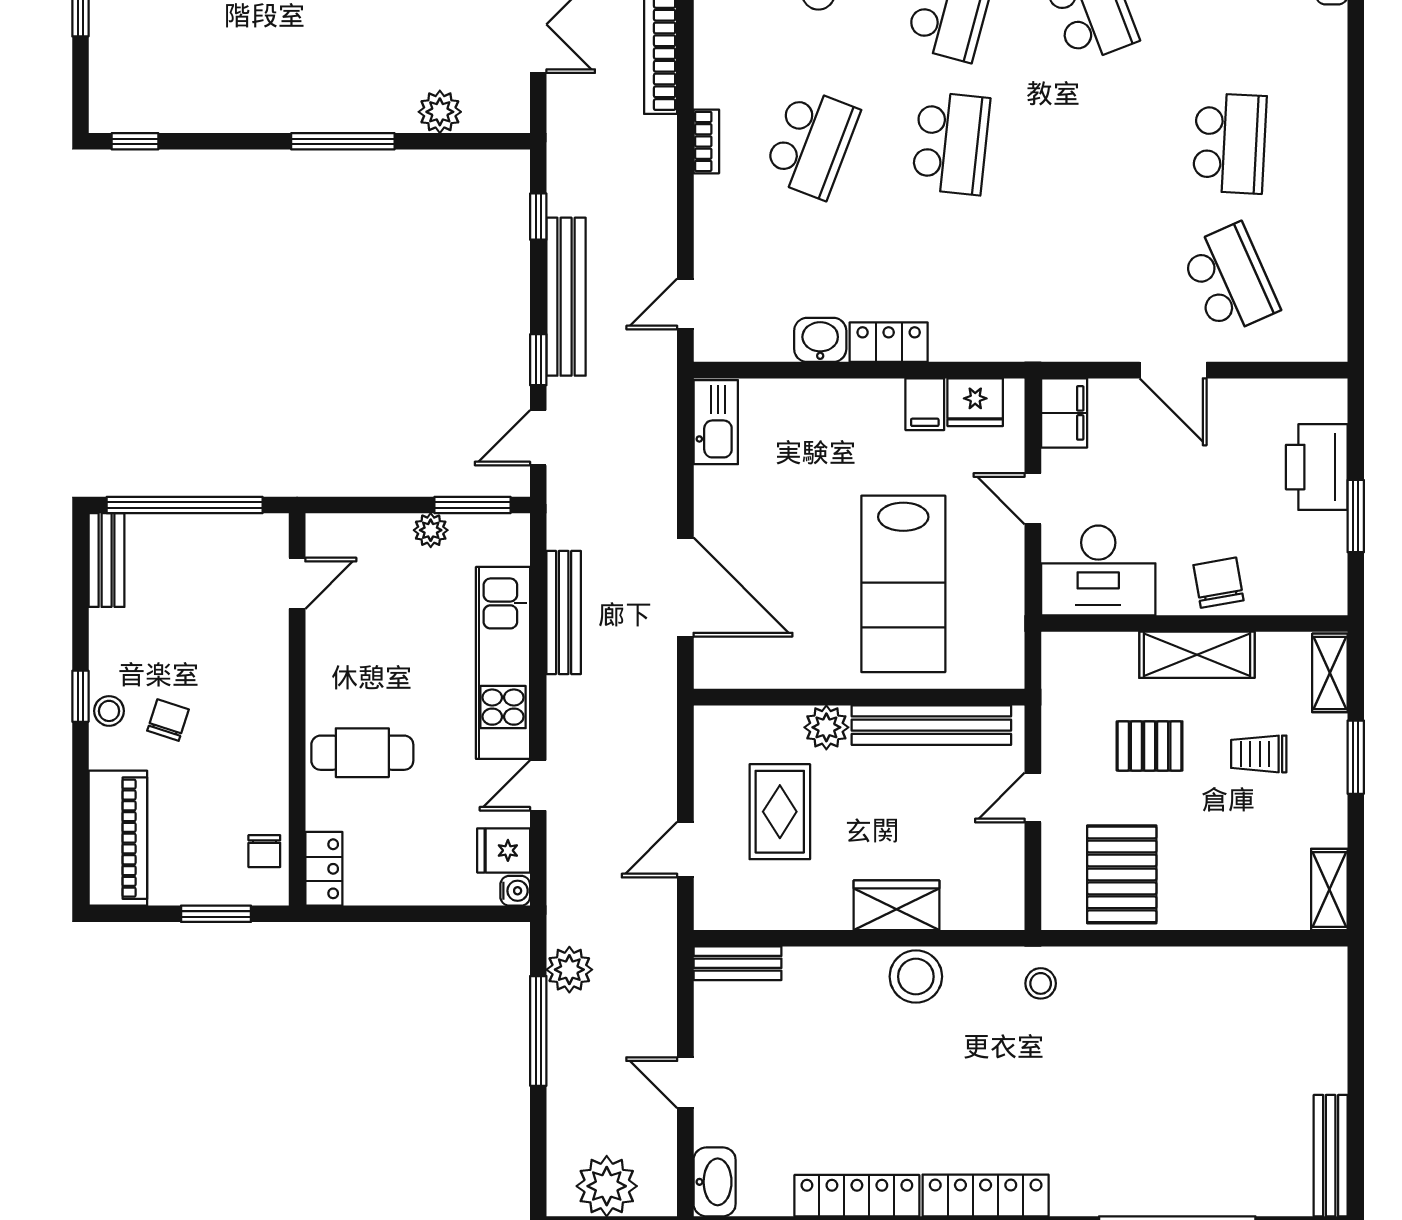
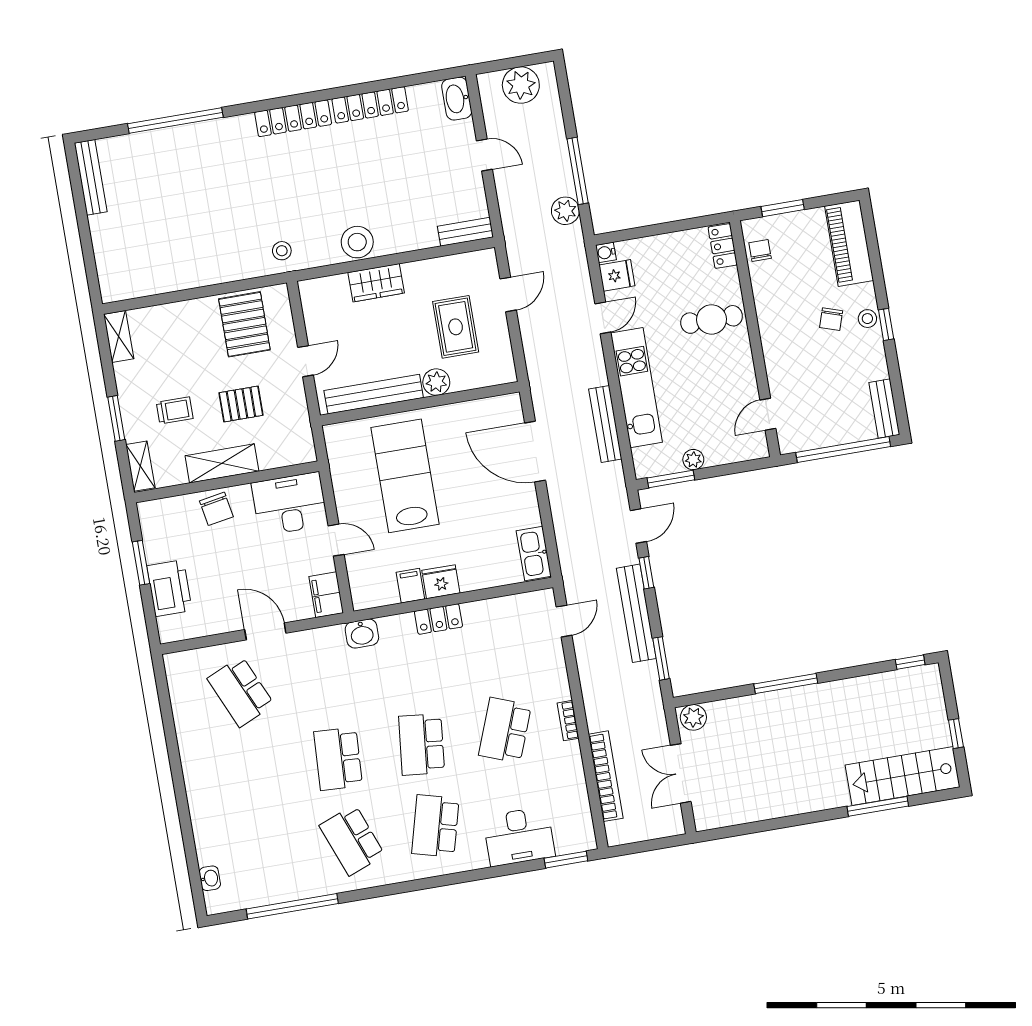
plant: (440, 112) -> (693, 717), moved
school desk: (1230, 143) -> (338, 759), moved
window: (538, 217) -> (661, 658), width x1.50
washbasin: (820, 340) -> (362, 634), moved
fridge: (975, 402) -> (441, 582), moved

